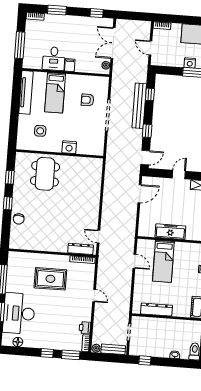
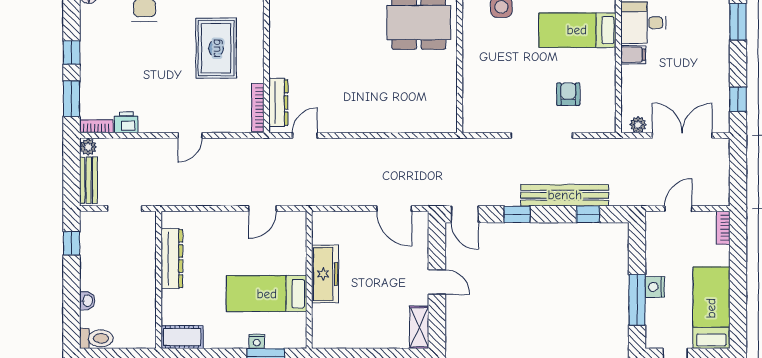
nightstand: (69, 147) -> (474, 65), removed
bed: (163, 261) -> (267, 294), moved

